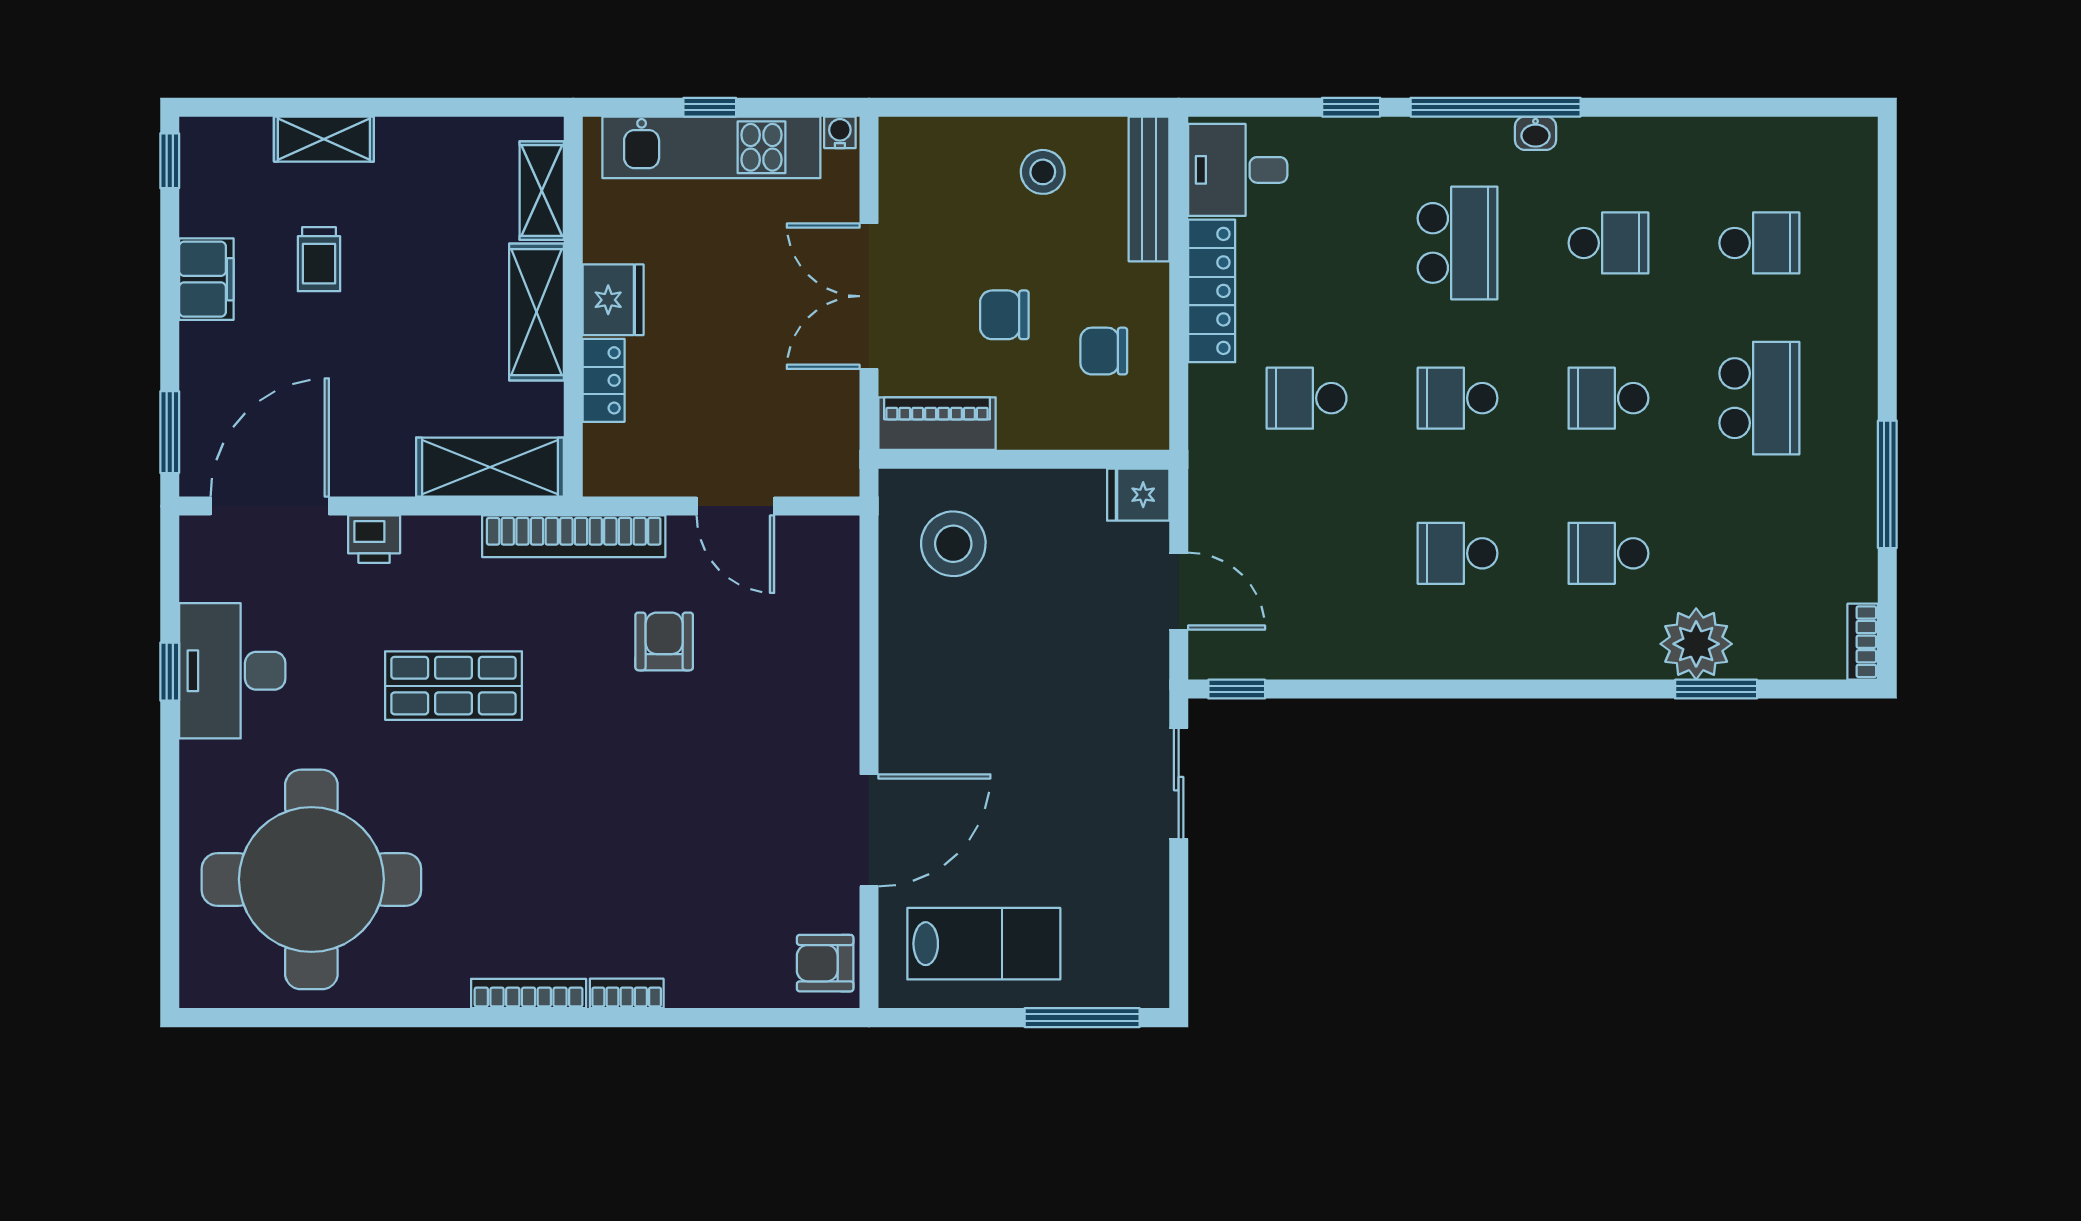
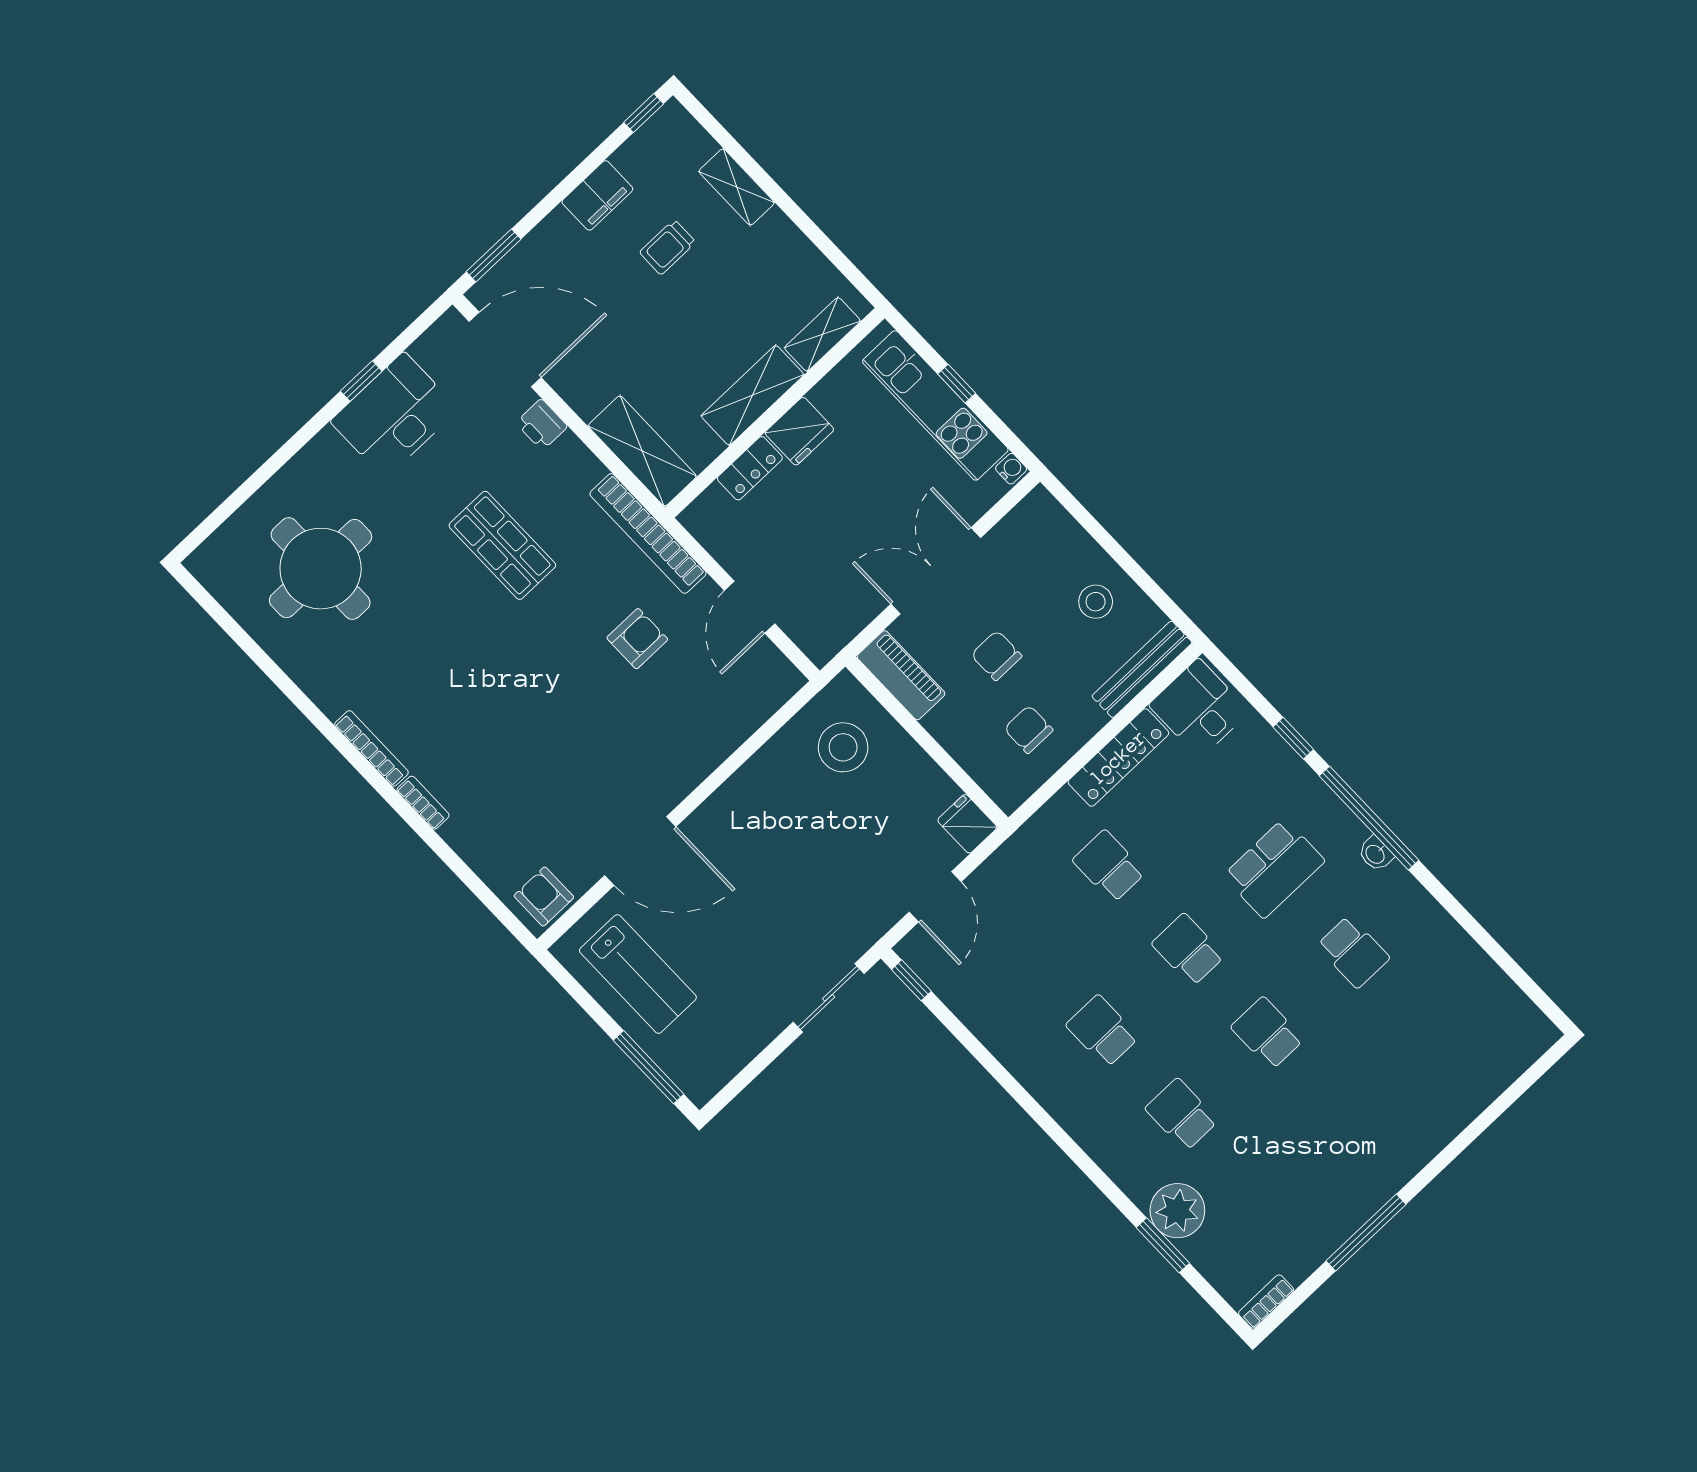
school desk: (1759, 243) -> (1432, 1035), removed
school desk: (1759, 398) -> (1347, 1117), removed
round table: (311, 879) -> (321, 569), width x0.73, depth x0.73

